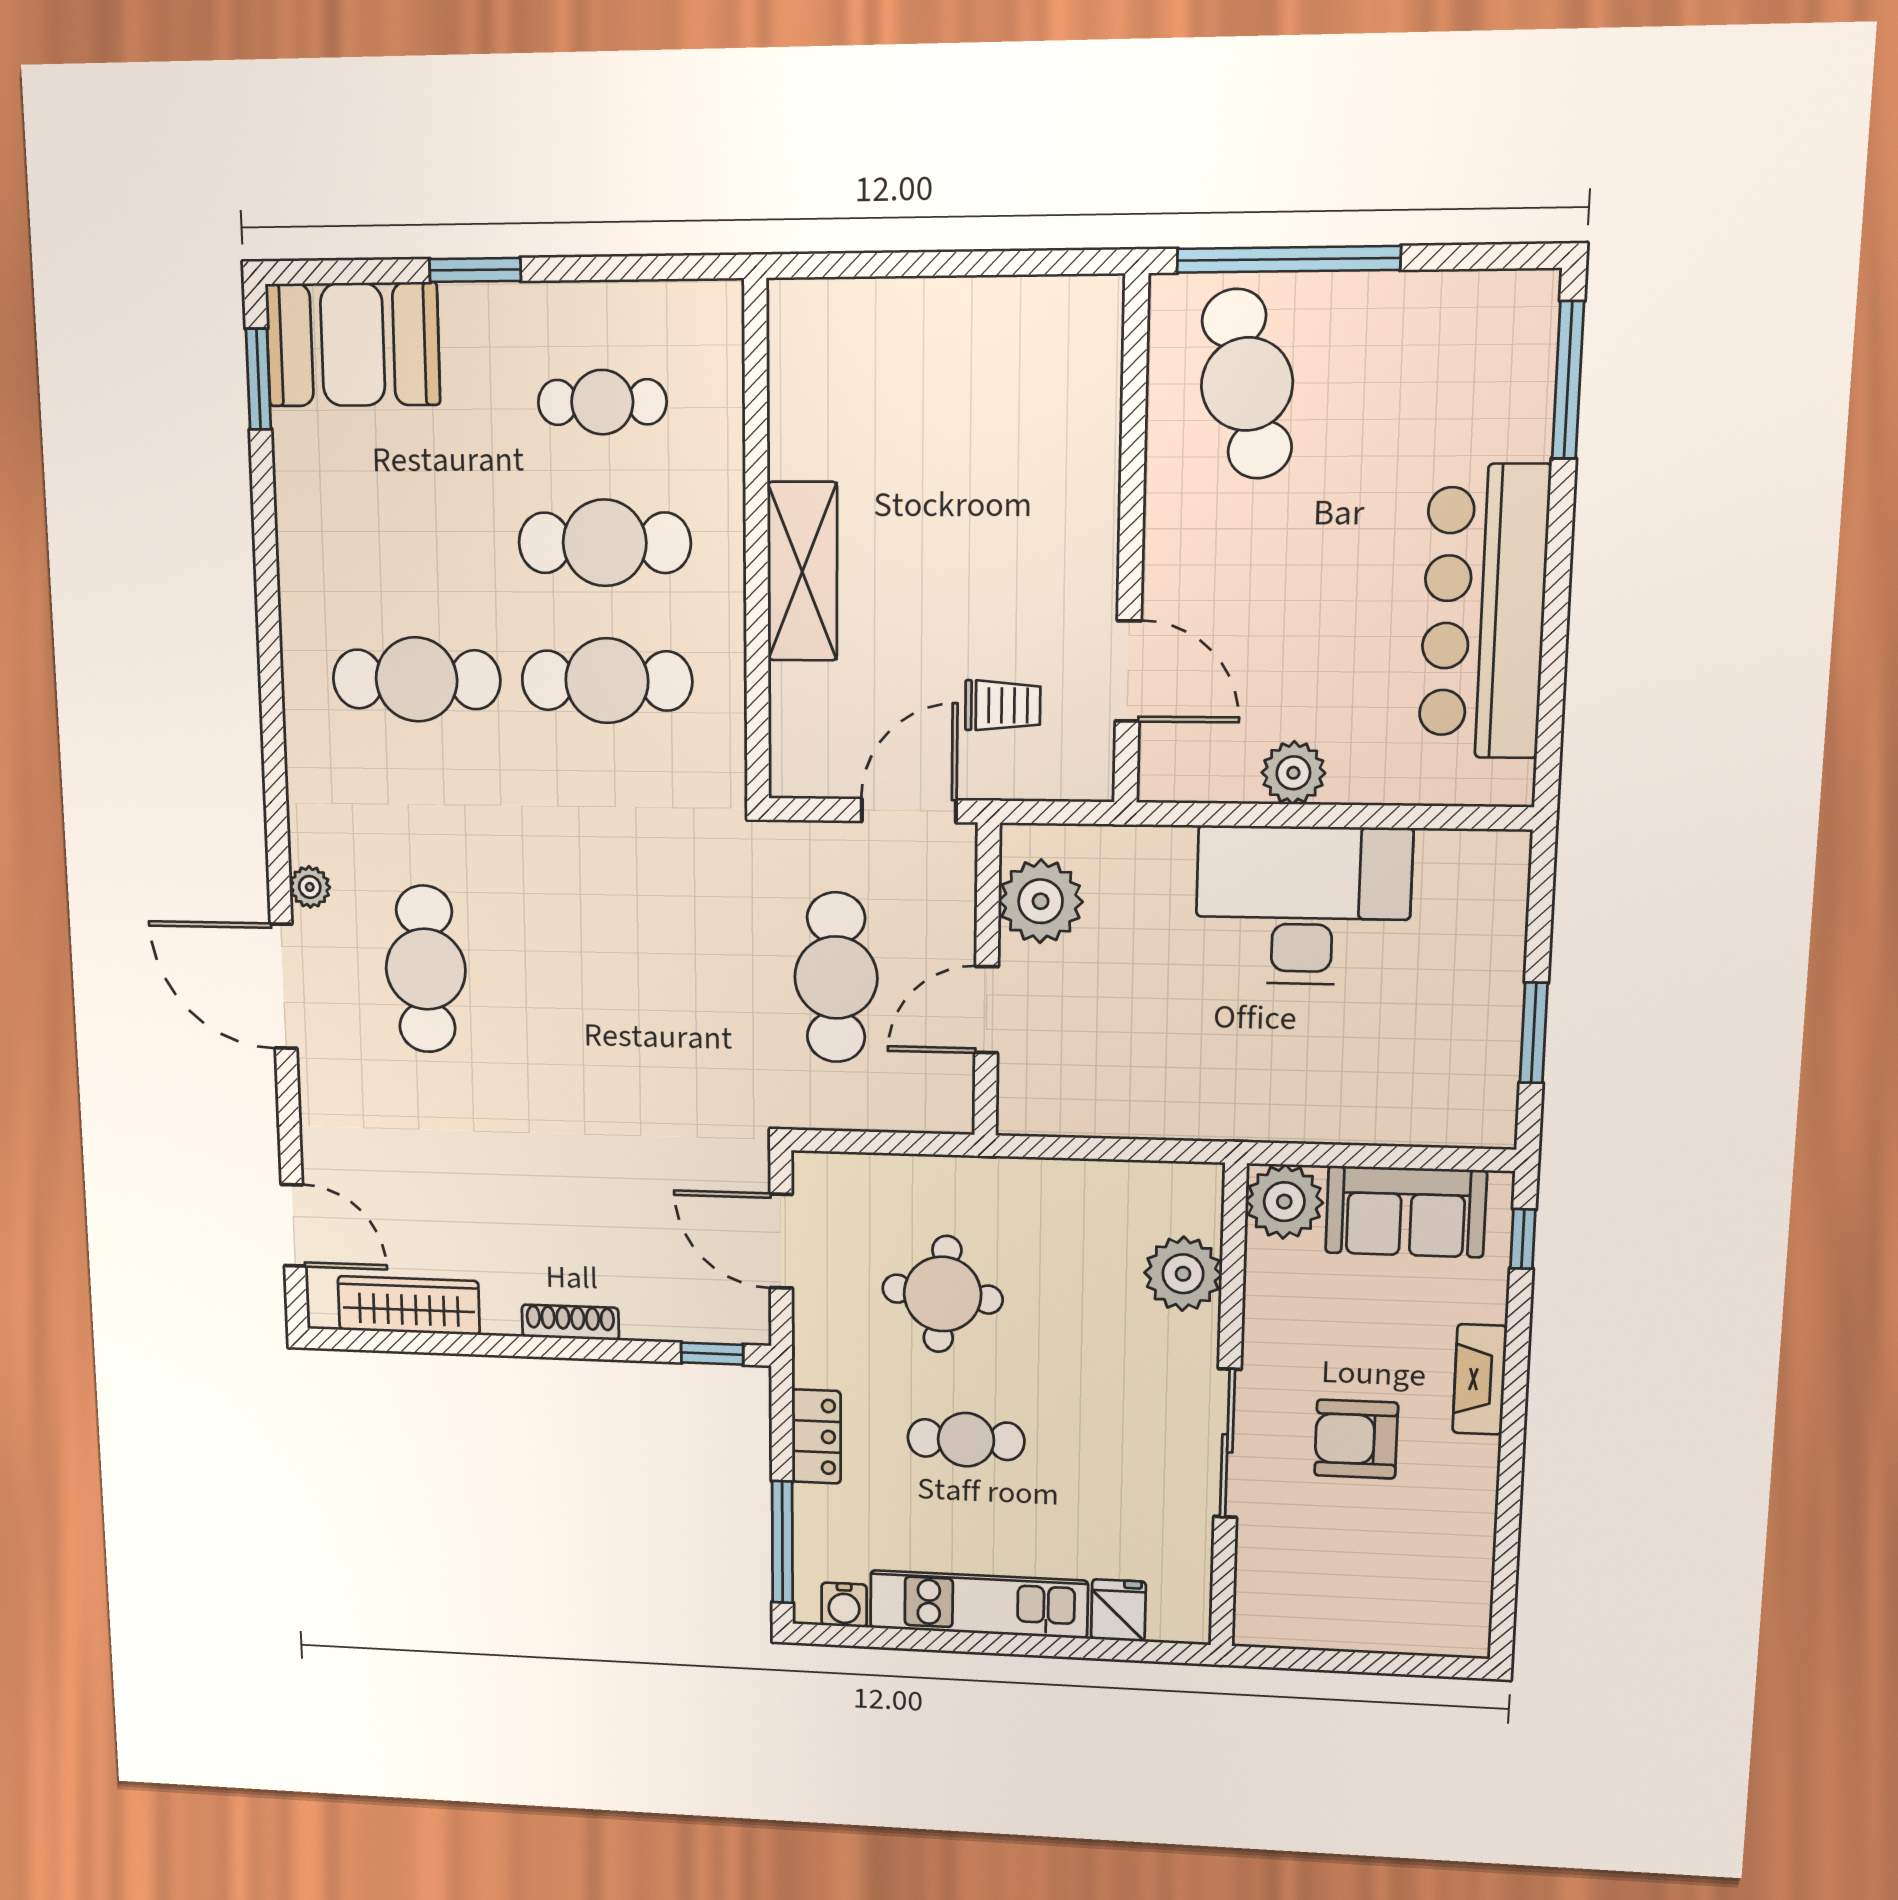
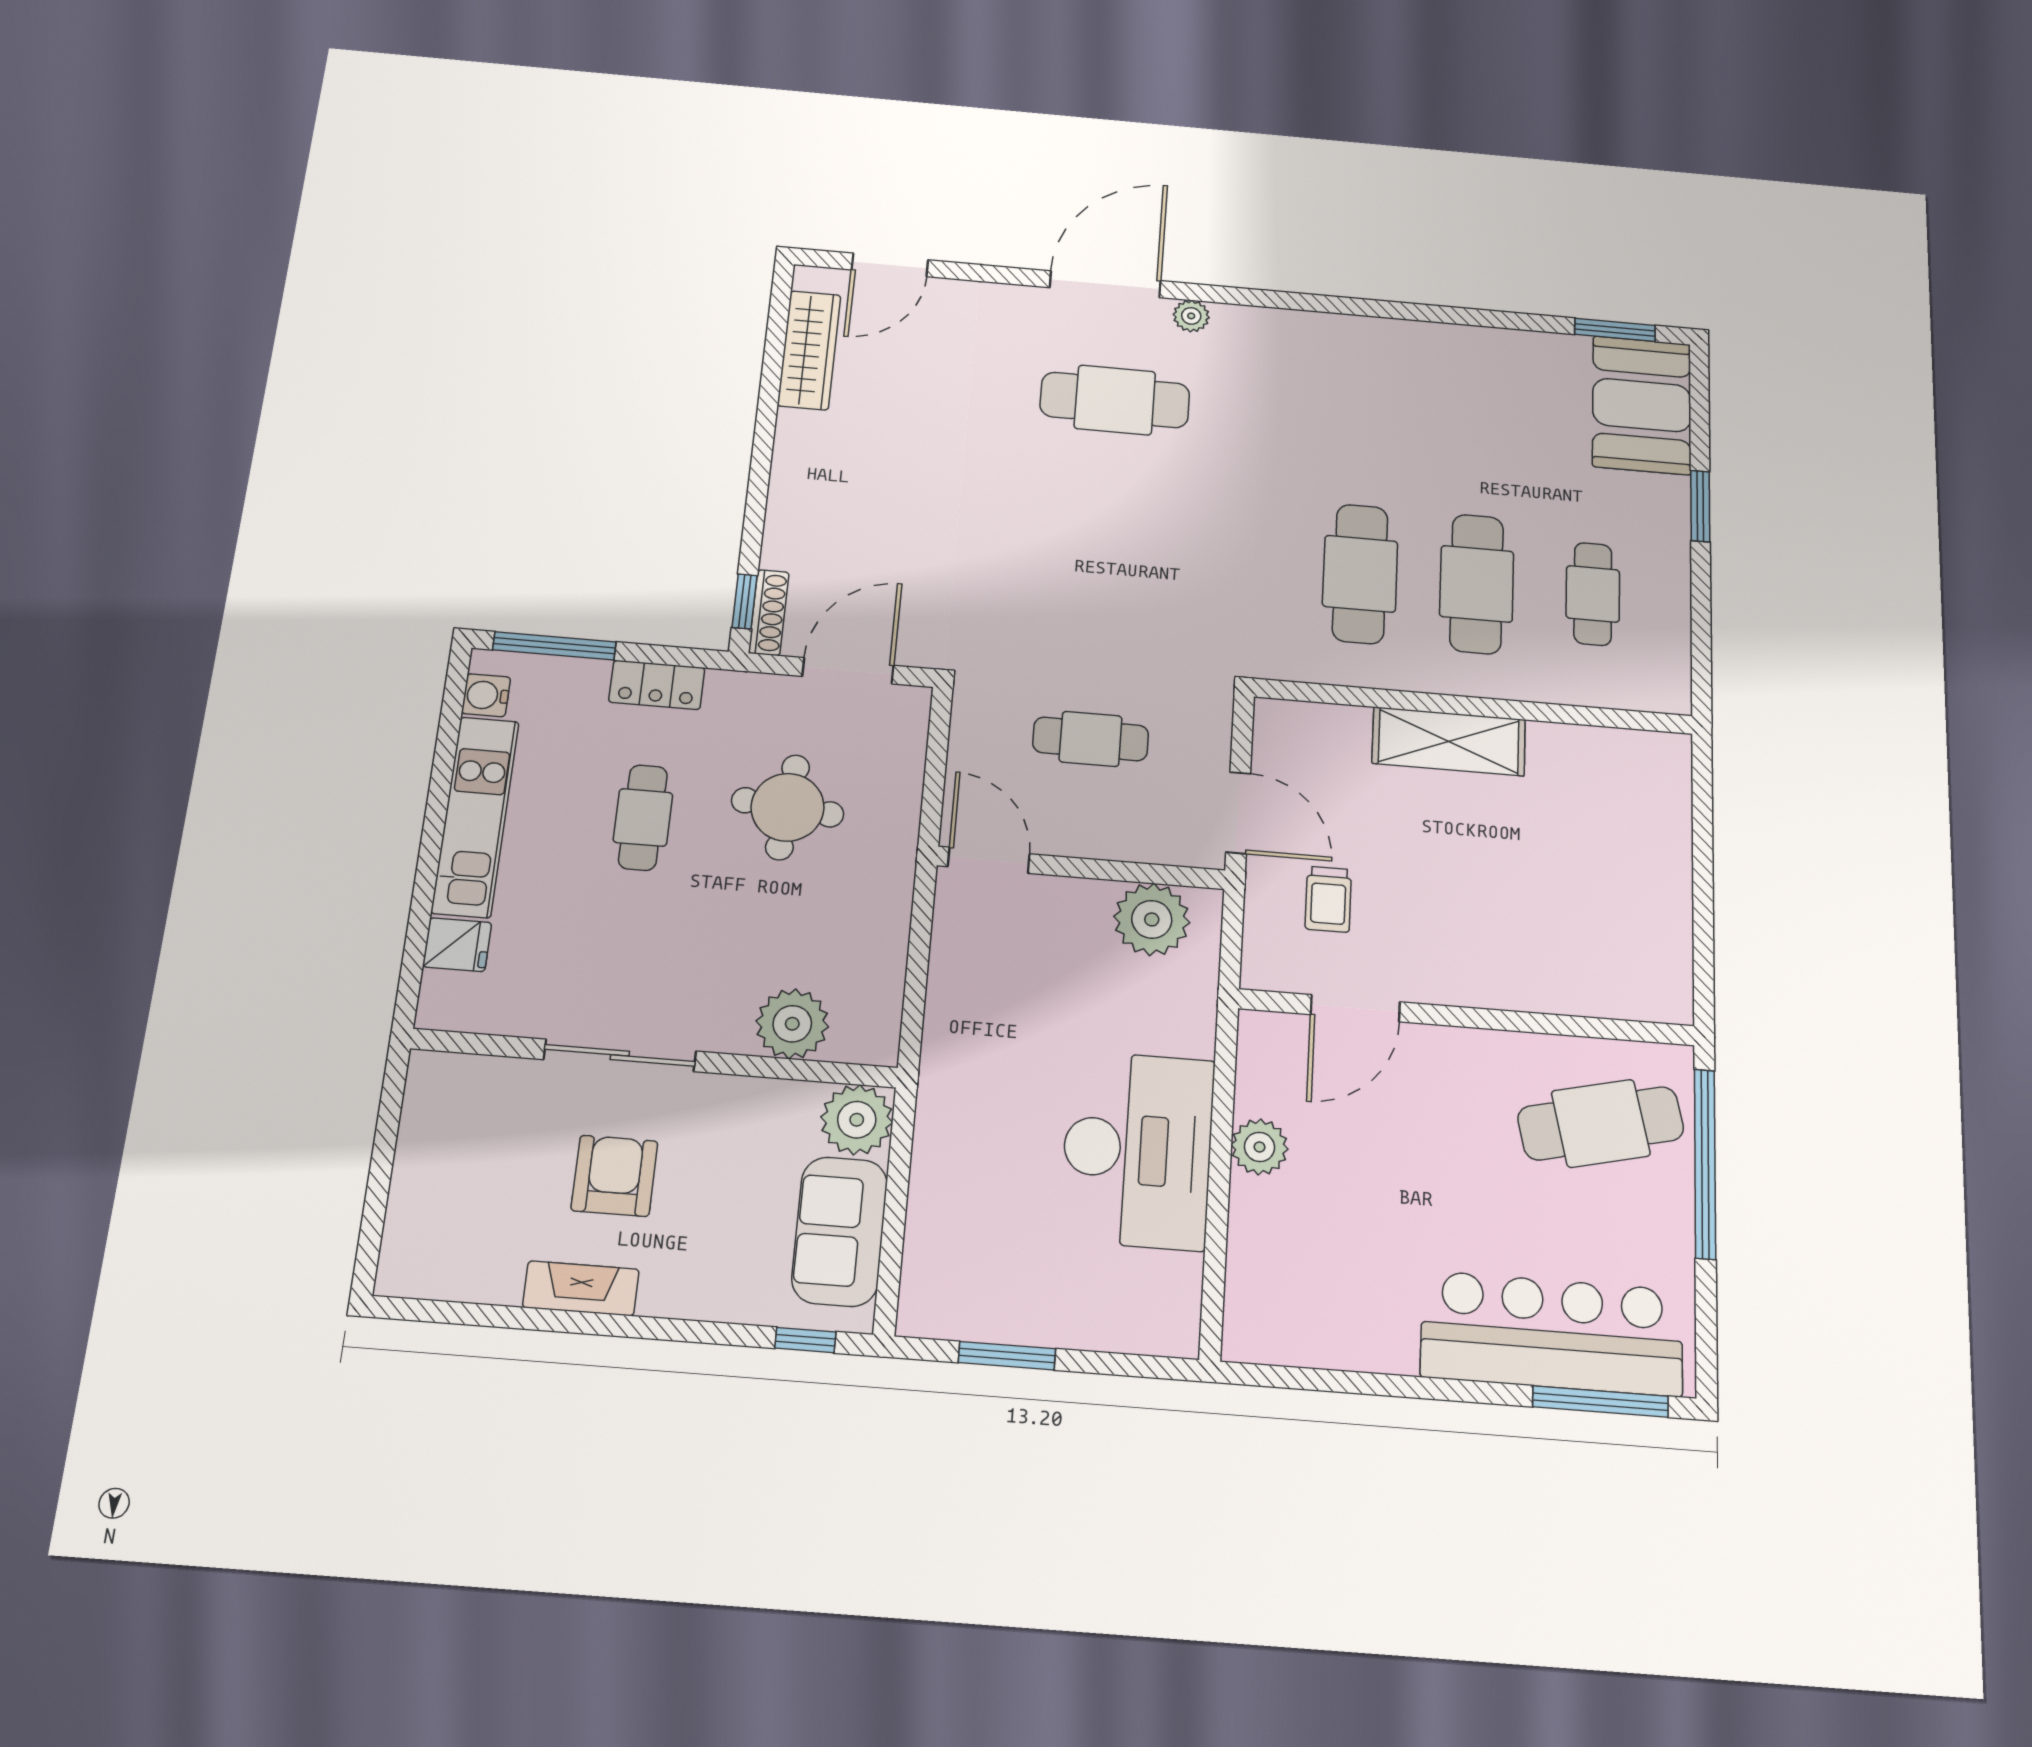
bar counter: (1484, 612) -> (1552, 1333), moved
cafe table: (417, 679) -> (1366, 422), removed
cafe table: (836, 977) -> (1091, 739), width x0.73, depth x0.74
door: (986, 1010) -> (989, 860), moved
shoe rack: (570, 1322) -> (769, 613), moved
fireplace: (1480, 1379) -> (581, 1288), moved

